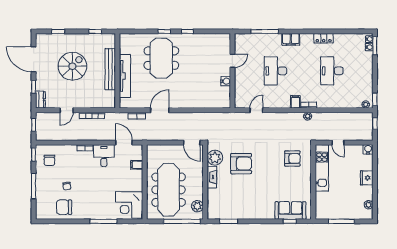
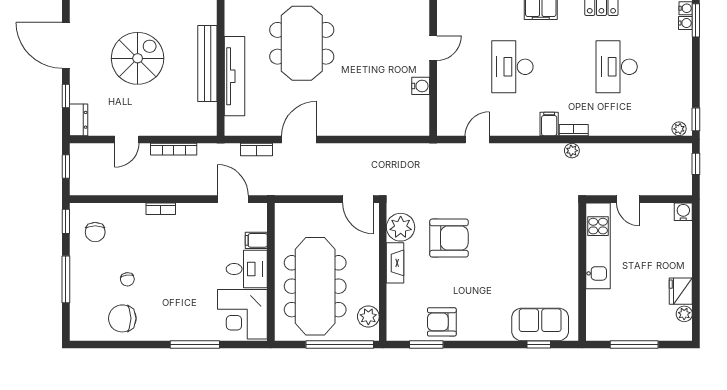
desk: (104, 156) -> (247, 269), moved, turned 90
armchair: (292, 159) -> (442, 322), moved, turned 180
fridge: (367, 178) -> (681, 291), moved

